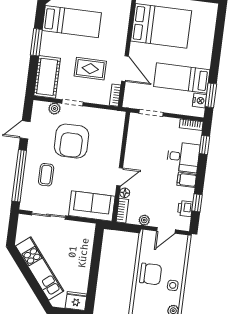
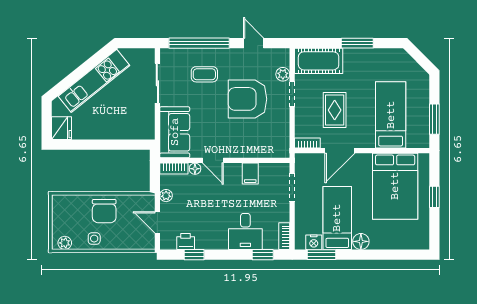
bed: (72, 22) -> (391, 115), moved, turned 180
floor lamp: (204, 61) -> (361, 241), added
filing cabinet: (187, 180) -> (250, 174), moved, turned 180

